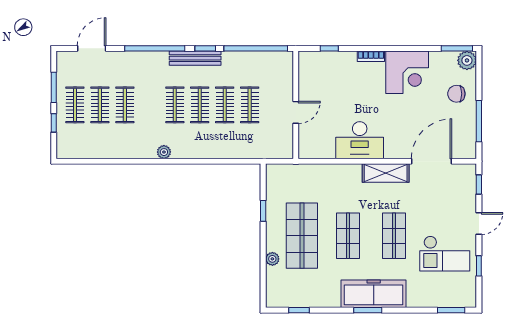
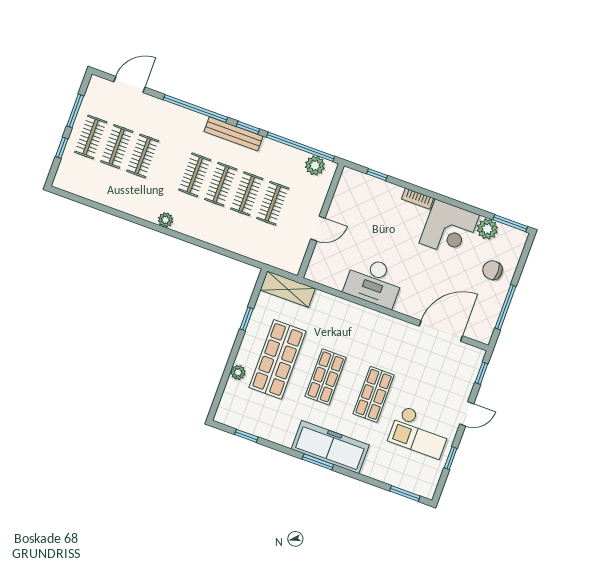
plant: (274, 60) -> (315, 166), added
plant: (467, 60) -> (487, 229), moved
shelving: (386, 173) -> (288, 289), moved

